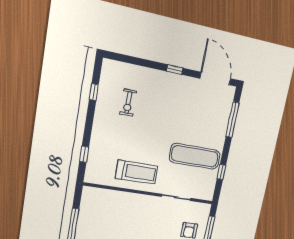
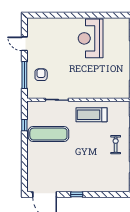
exercise bike: (128, 103) -> (116, 145), moved
window: (232, 120) -> (24, 167), removed

